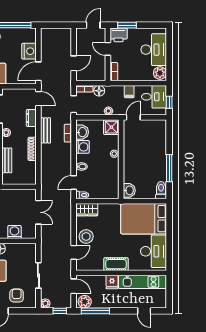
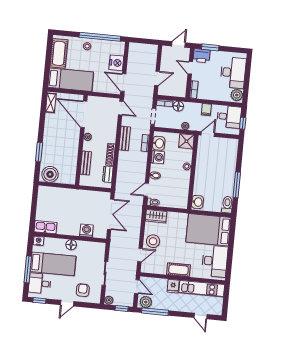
door: (38, 71) -> (123, 83), hinge flipped
dresser: (31, 118) -> (108, 174), moved
double door: (38, 212) -> (111, 214), width x1.37

